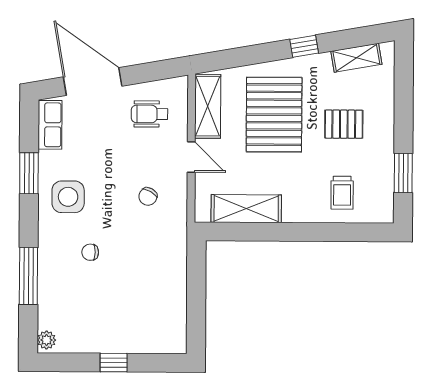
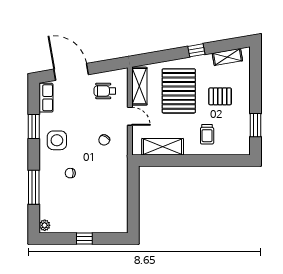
trolley: (342, 193) -> (207, 134), moved

